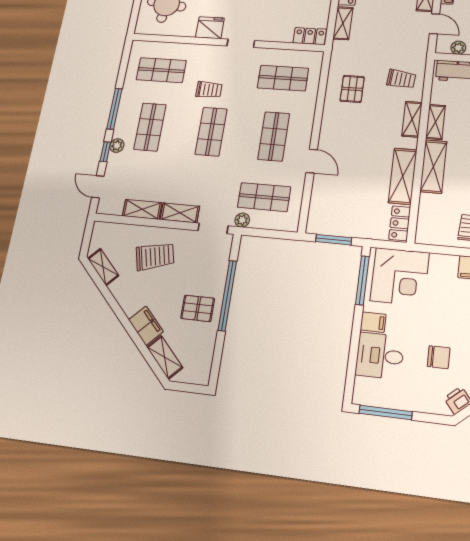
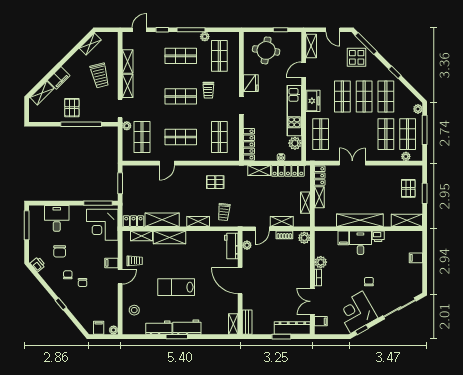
locker: (310, 36) -> (249, 144), width x1.53
shelving: (436, 122) -> (142, 236), moved
plant: (117, 146) -> (205, 37), moved
filing cabinet: (373, 322) -> (75, 212), removed

